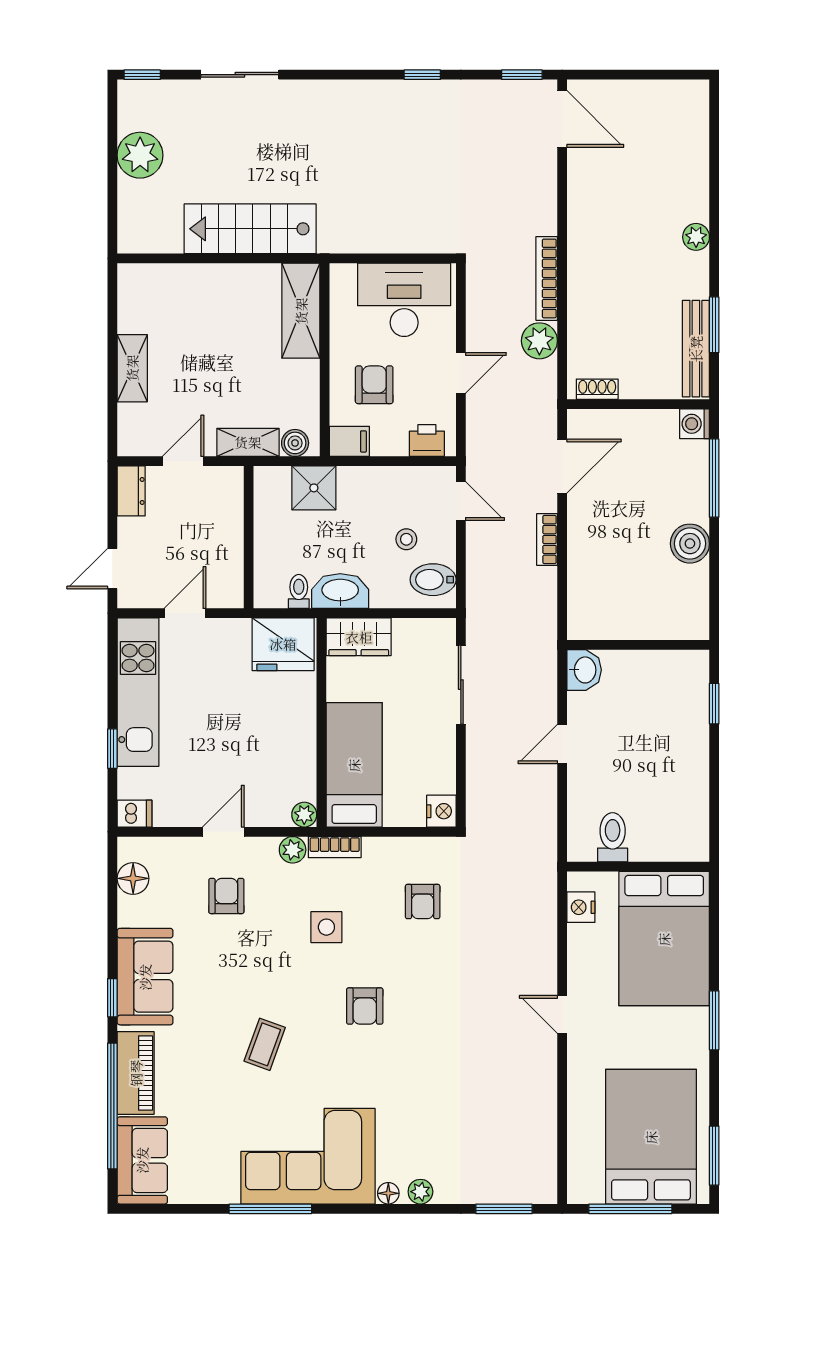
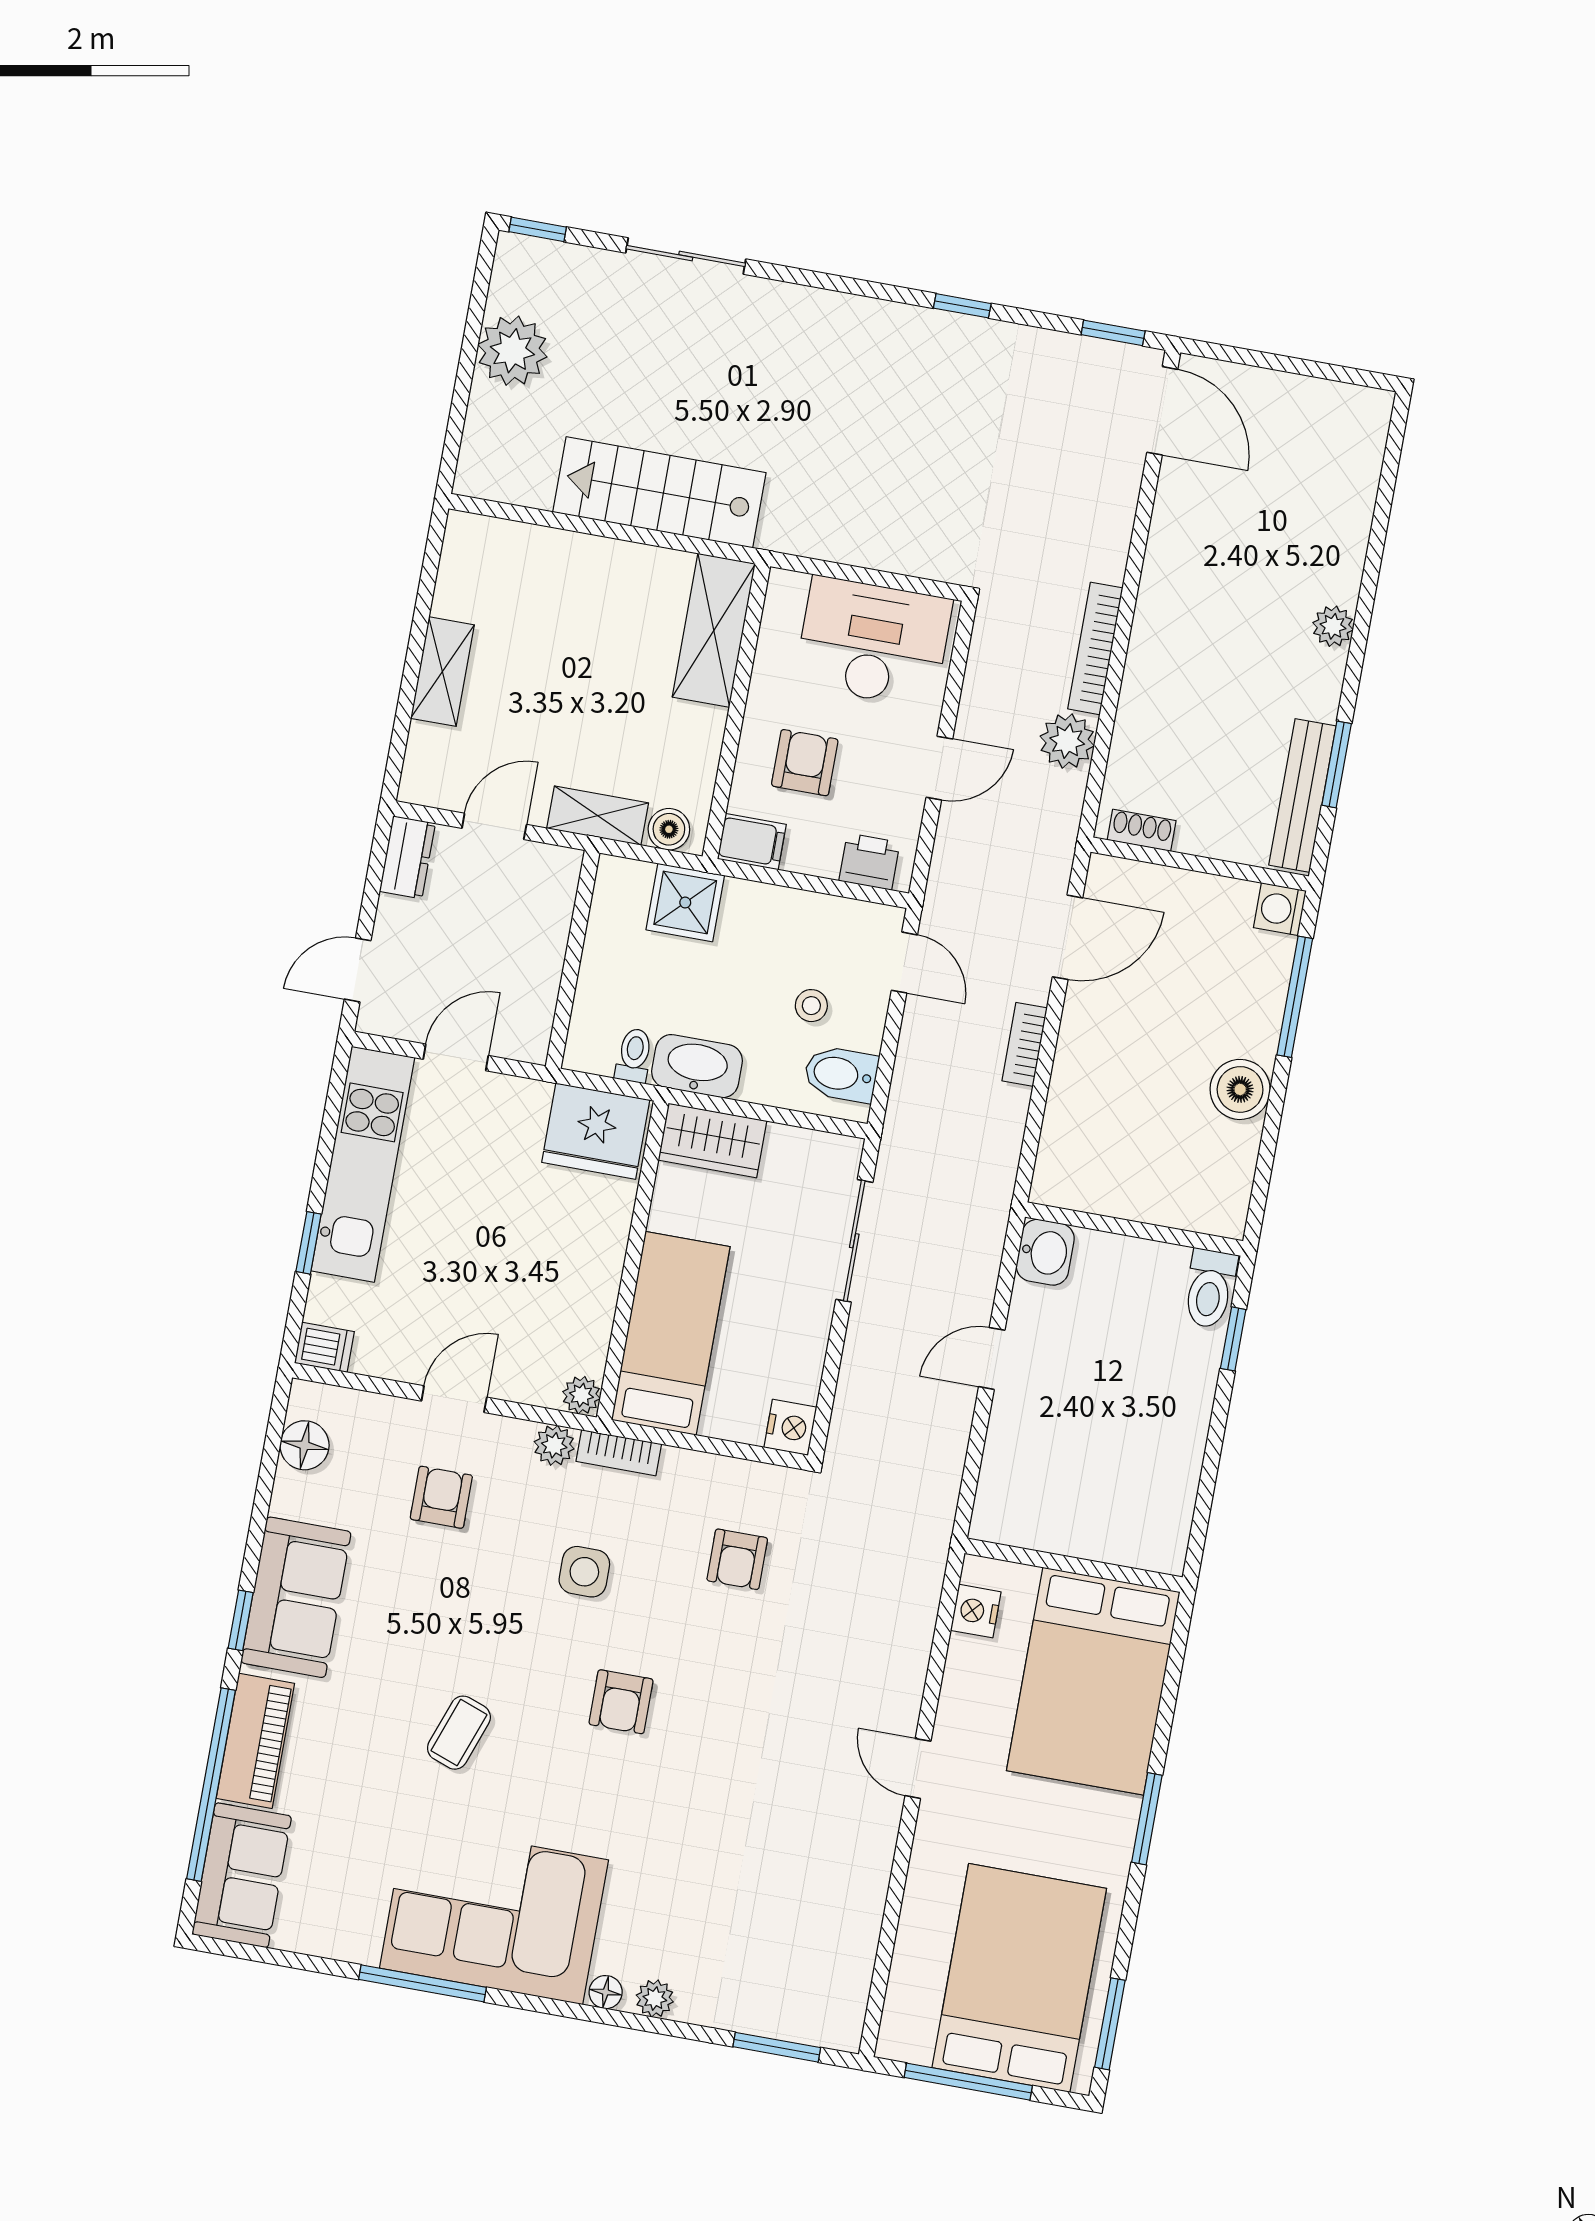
toilet: (613, 837) -> (1210, 1289), moved, turned 180

